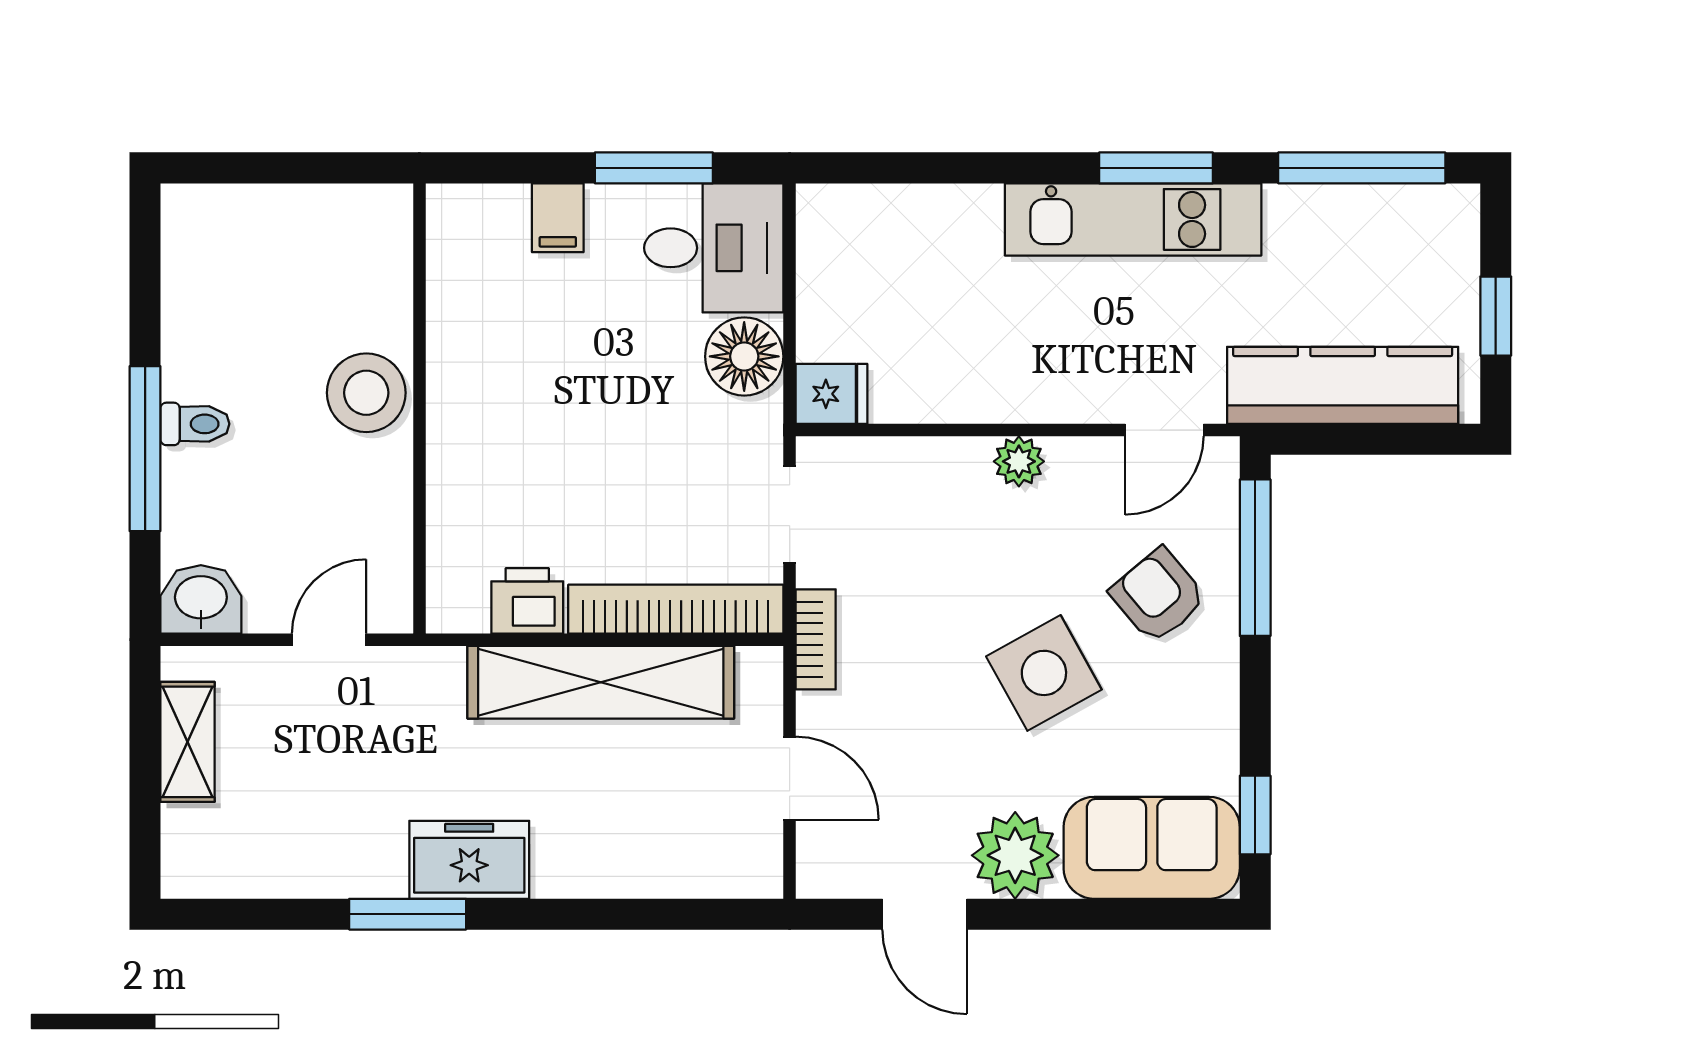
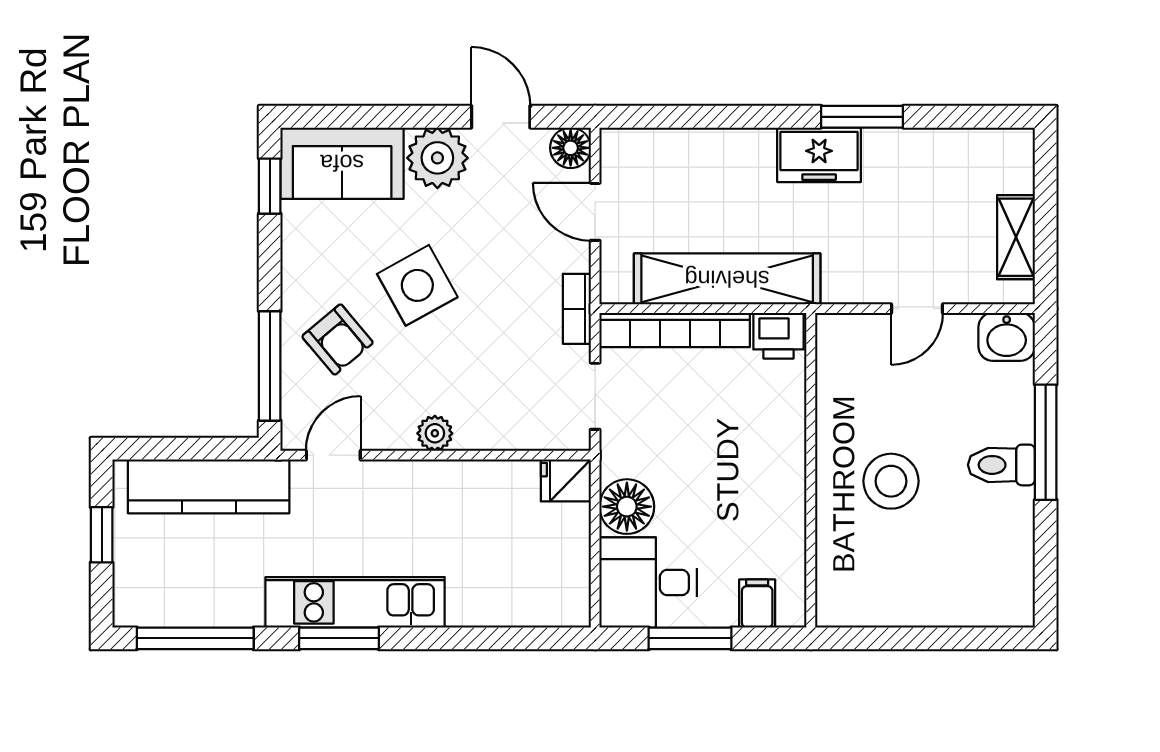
wall: (419, 408) -> (811, 470), moved
toilet: (195, 424) -> (1001, 465), width x1.37, depth x1.39
floor lamp: (825, 870) -> (571, 148), added

